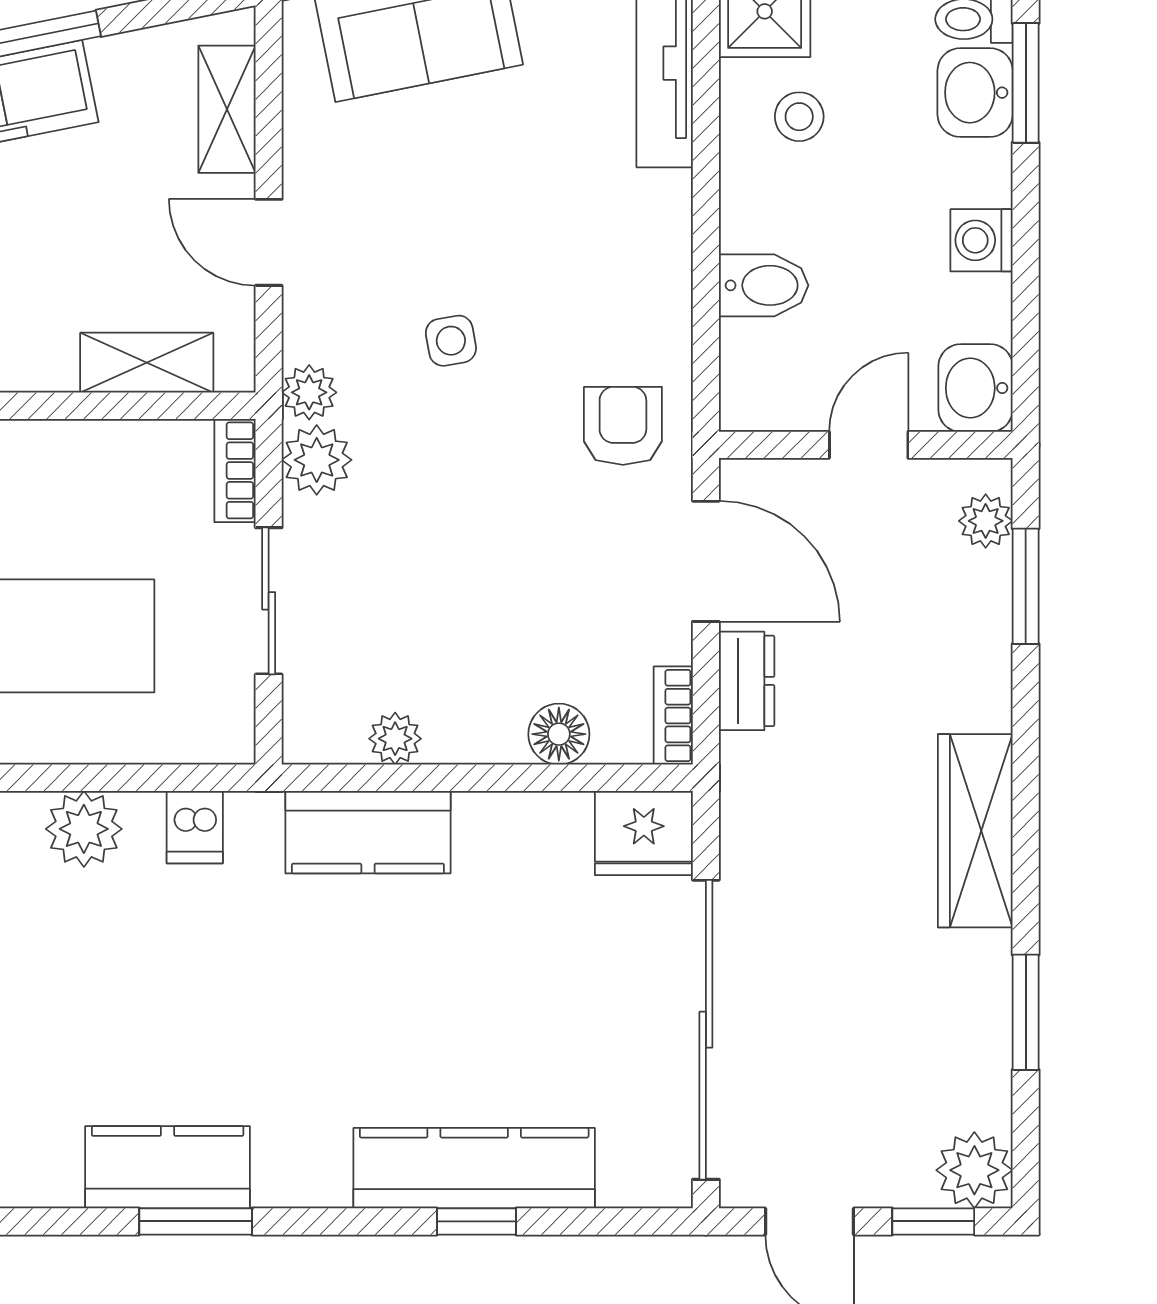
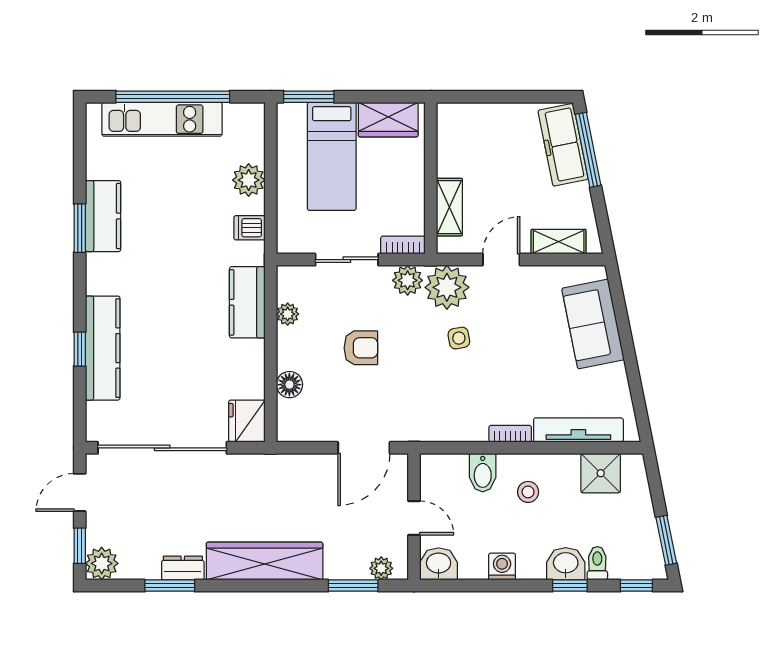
window: (1026, 83) -> (570, 586), width x0.67
stool: (799, 117) -> (528, 492), moved
plant: (309, 392) -> (447, 287), width x1.88, depth x1.88
armchair: (623, 426) -> (361, 348), moved
dresser: (747, 681) -> (183, 568), moved, turned 180
bookcase: (673, 716) -> (510, 434), moved
wardrobe: (975, 831) -> (265, 561), width x1.40, depth x1.17

